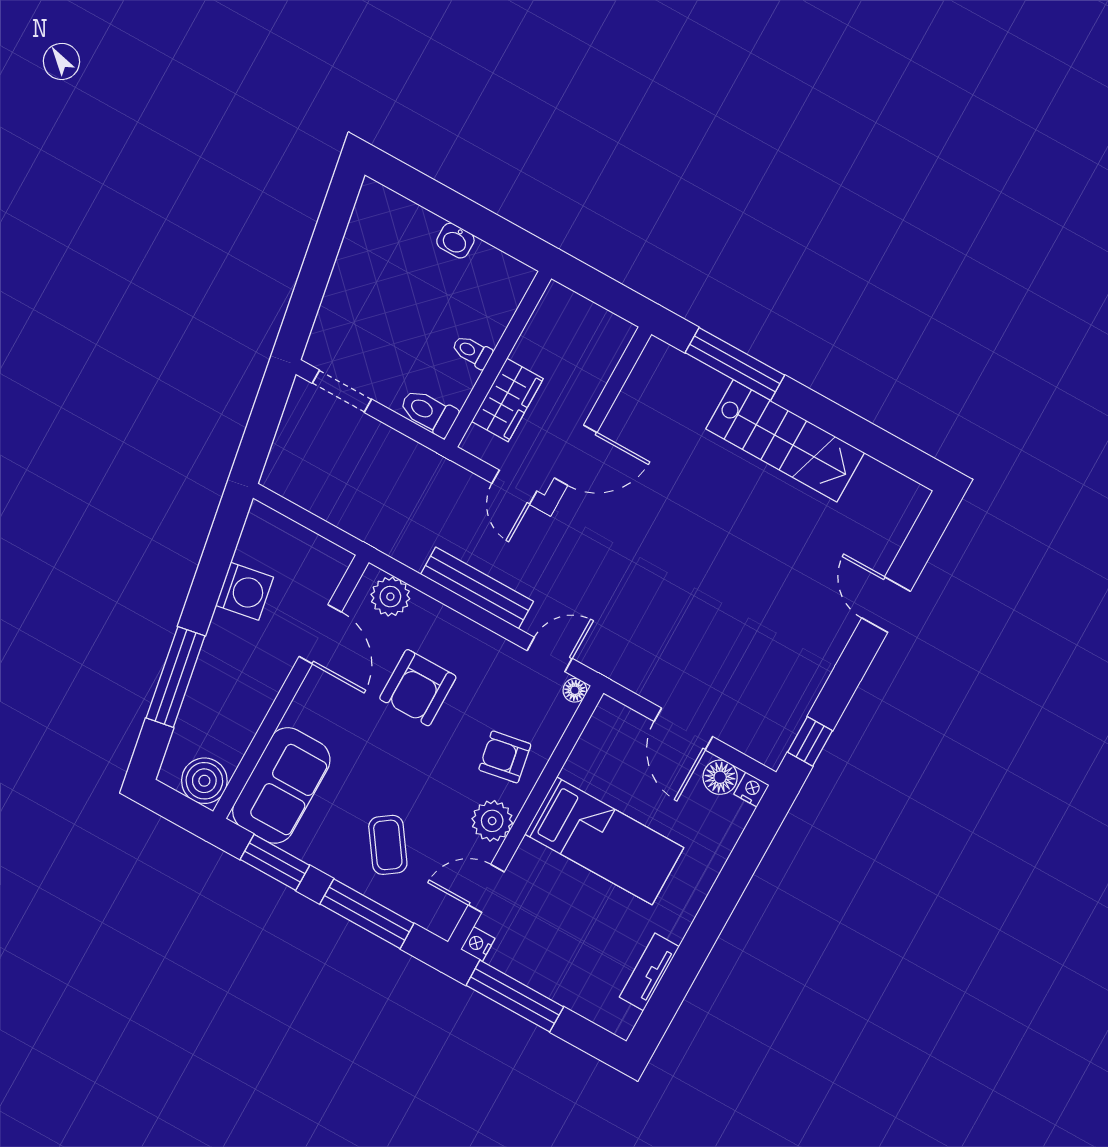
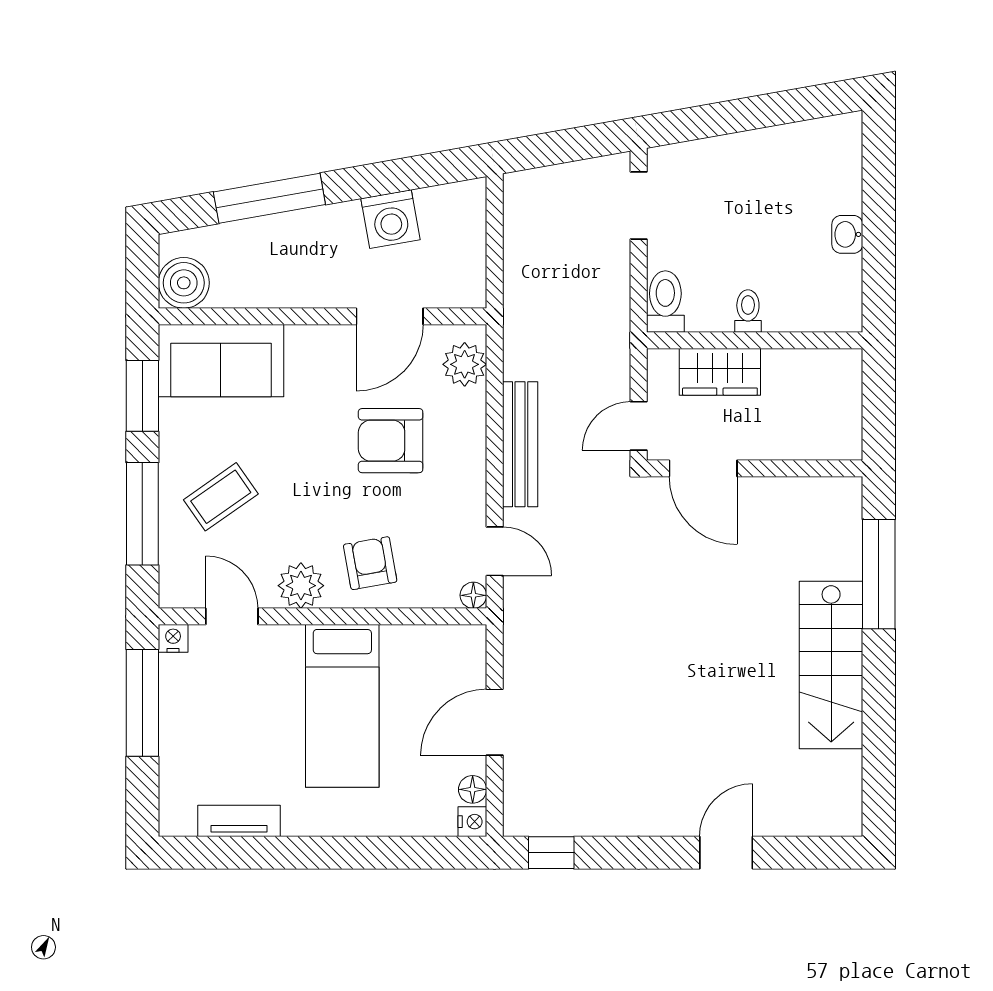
floor lamp: (720, 777) -> (473, 789), width x0.73, depth x0.73

